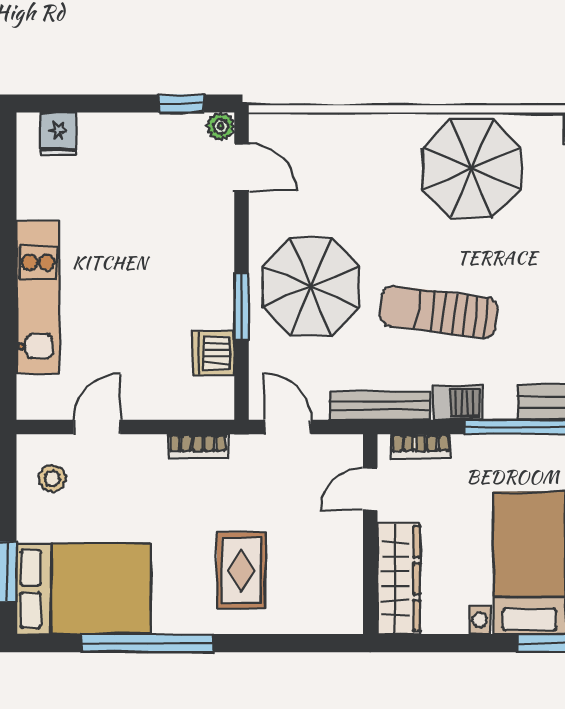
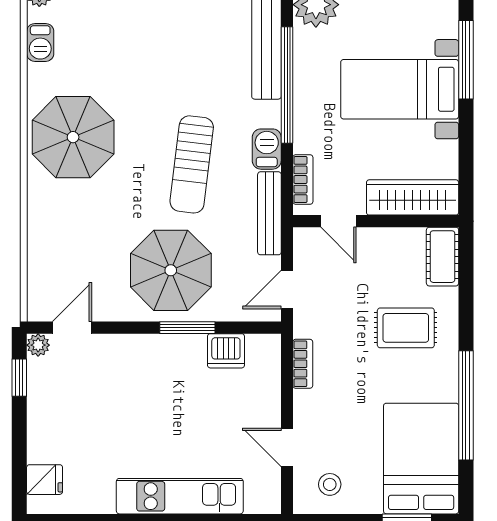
cot: (327, 615) -> (443, 257), added

